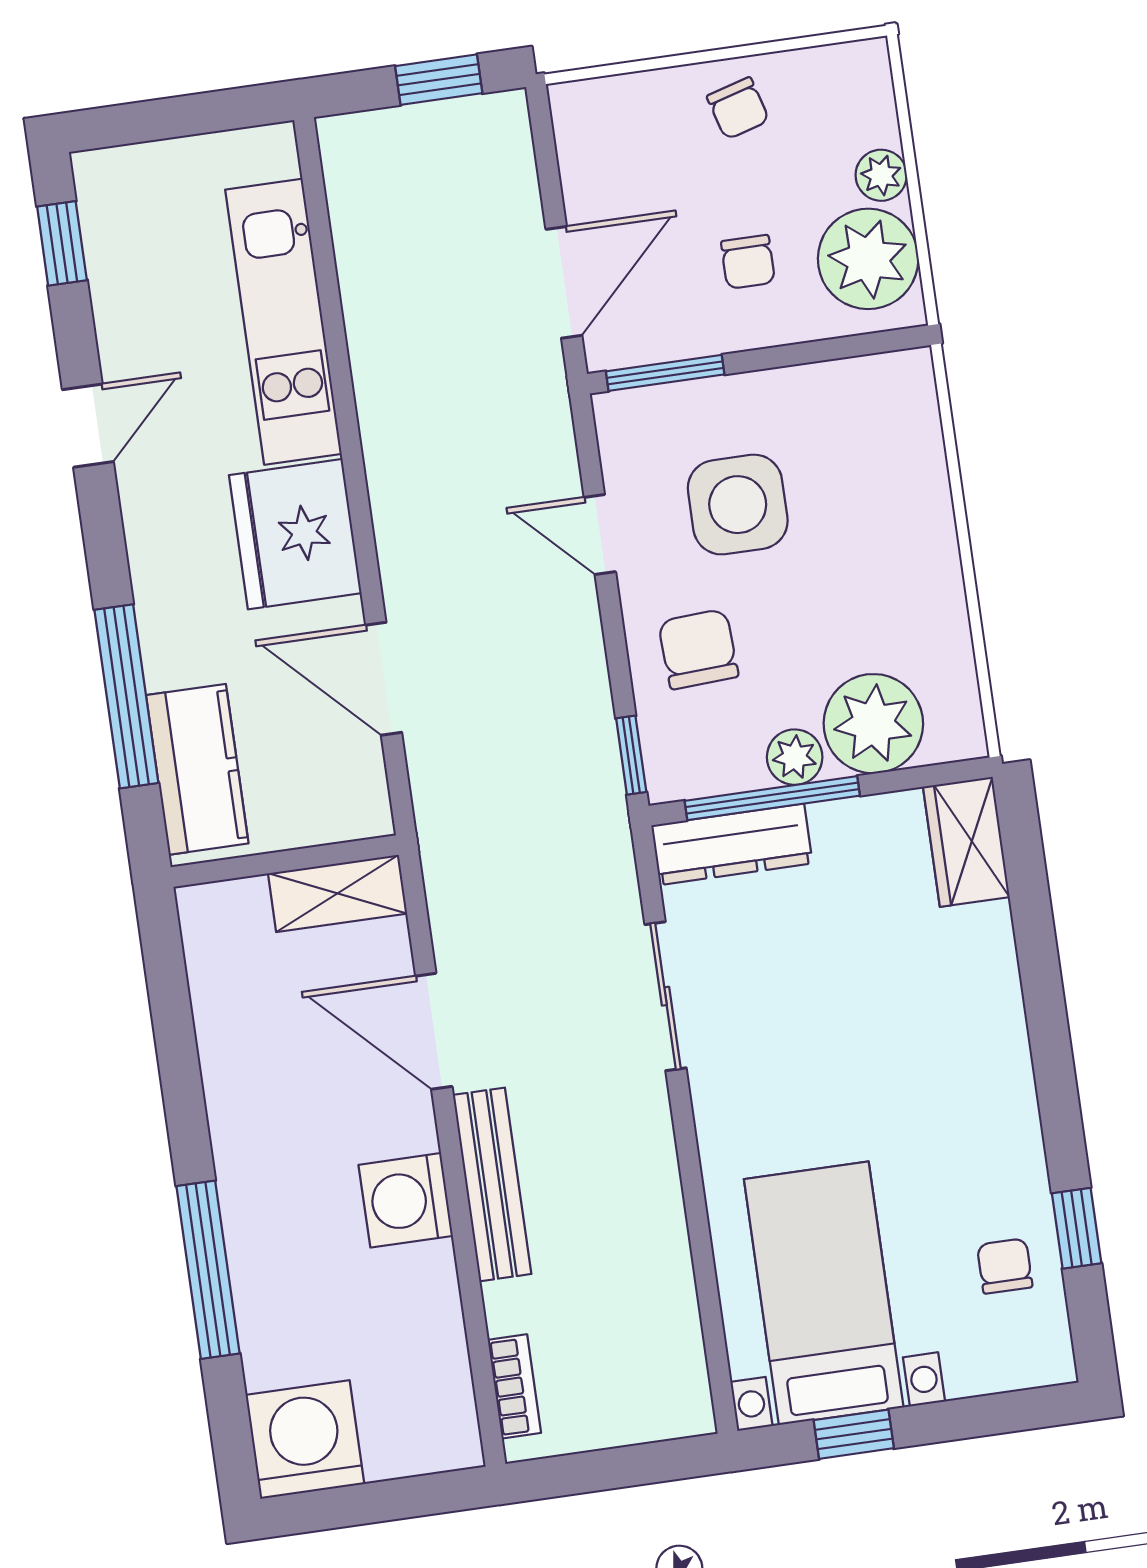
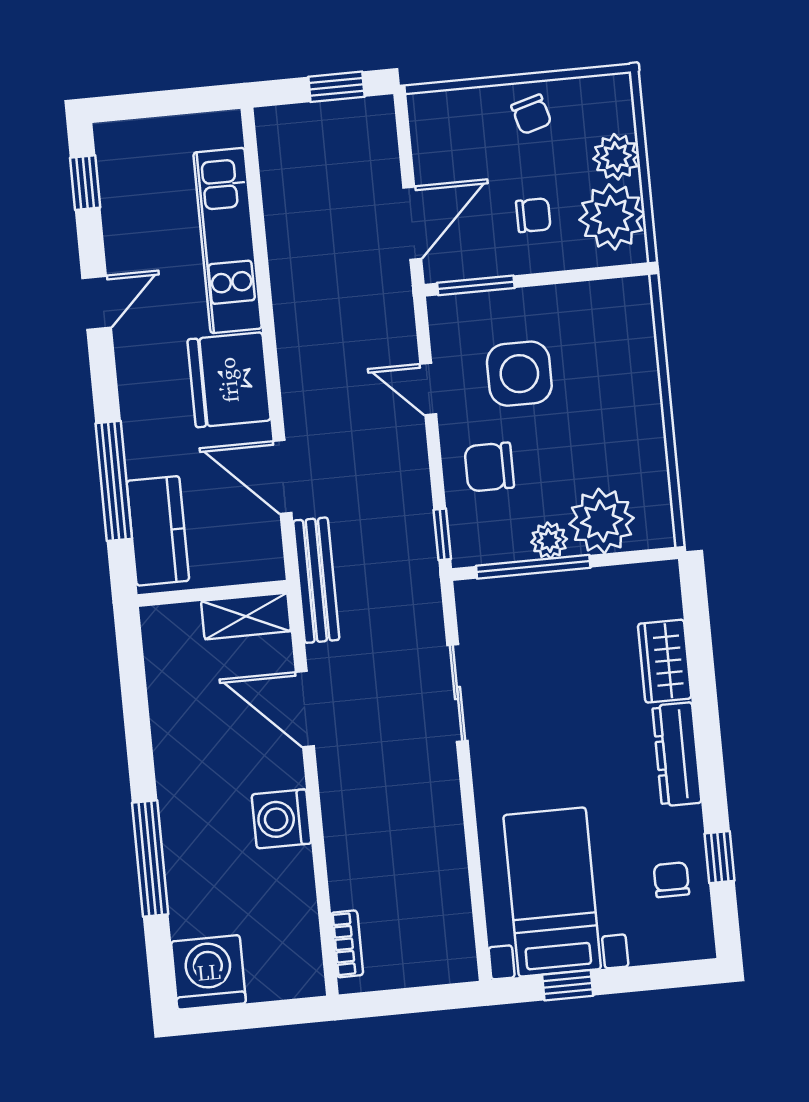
plant: (881, 175) -> (616, 157), width x1.38, depth x1.38
chair: (748, 262) -> (533, 215), turned -90
chair: (698, 649) -> (489, 467), turned -87
wardrobe: (966, 842) -> (665, 661), moved
dresser: (732, 844) -> (677, 754), moved, turned 90
bench: (492, 1184) -> (316, 580), moved

